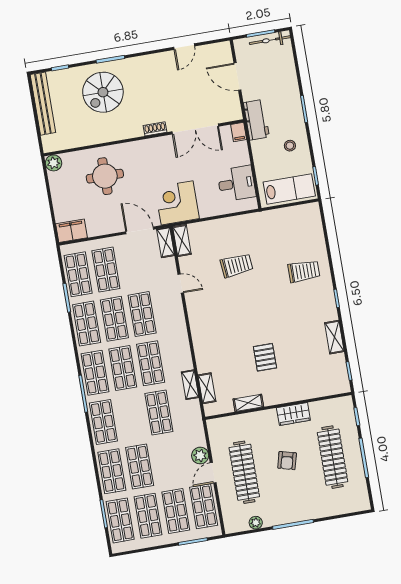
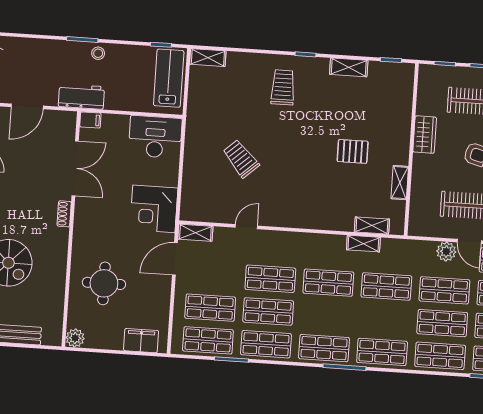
stool: (290, 146) -> (98, 53), moved
desk: (236, 184) -> (155, 137), width x1.37
filing cabinet: (72, 231) -> (141, 341), moved, turned 90
shelving: (182, 241) -> (208, 58), moved
trolley: (237, 265) -> (241, 159), turned -37
trolley: (304, 271) -> (283, 87), moved
shop shelf: (123, 368) -> (444, 290), moved

